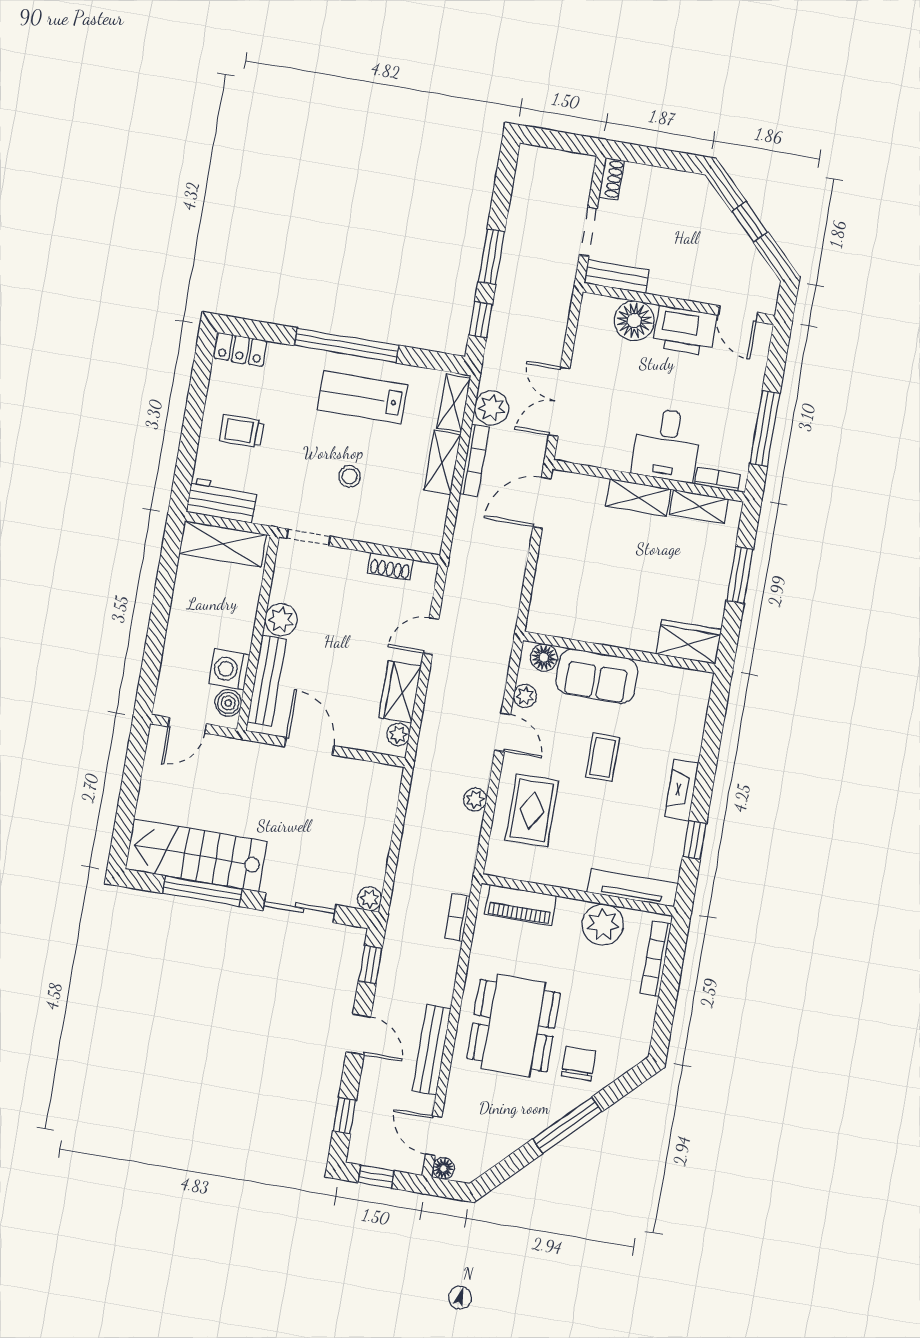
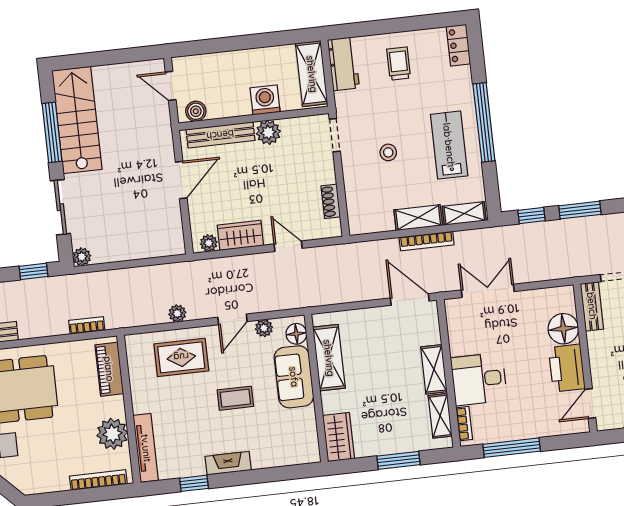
plant: (492, 408) -> (469, 242), removed
shelving: (586, 625) -> (329, 358), added
washing machine: (229, 669) -> (265, 100), moved

